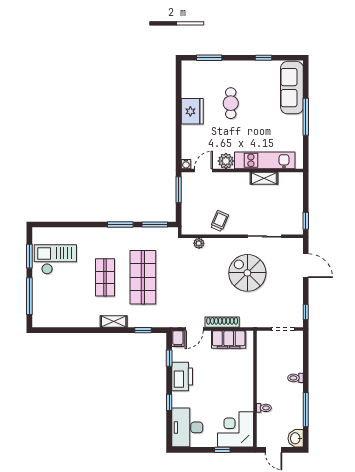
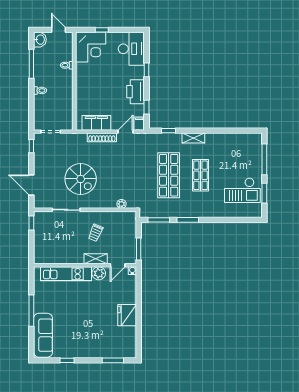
cafe table: (231, 103) -> (95, 322), removed
shelving: (264, 178) -> (96, 259), moved
trolley: (220, 221) -> (96, 233), moved

